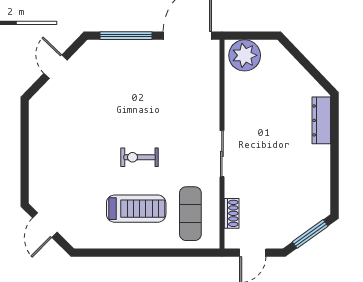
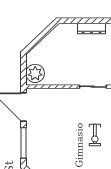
dresser: (321, 120) -> (91, 28), moved

